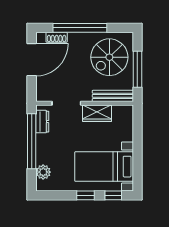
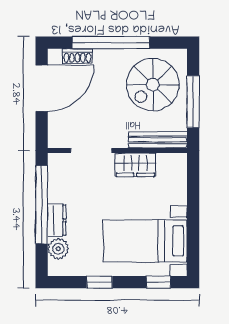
dresser: (42, 122) -> (57, 220), moved
window: (86, 195) -> (100, 282), moved

